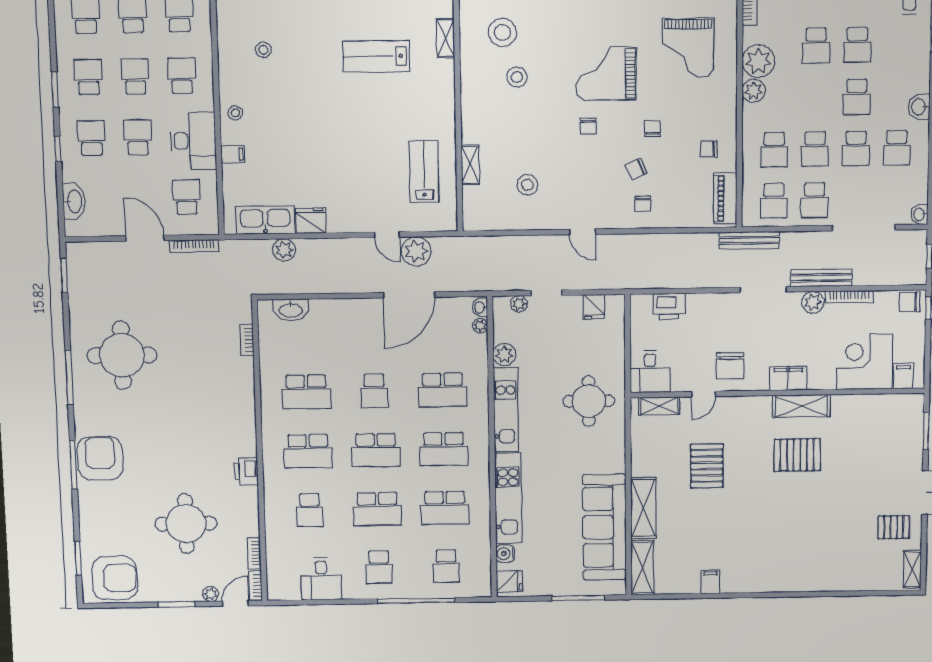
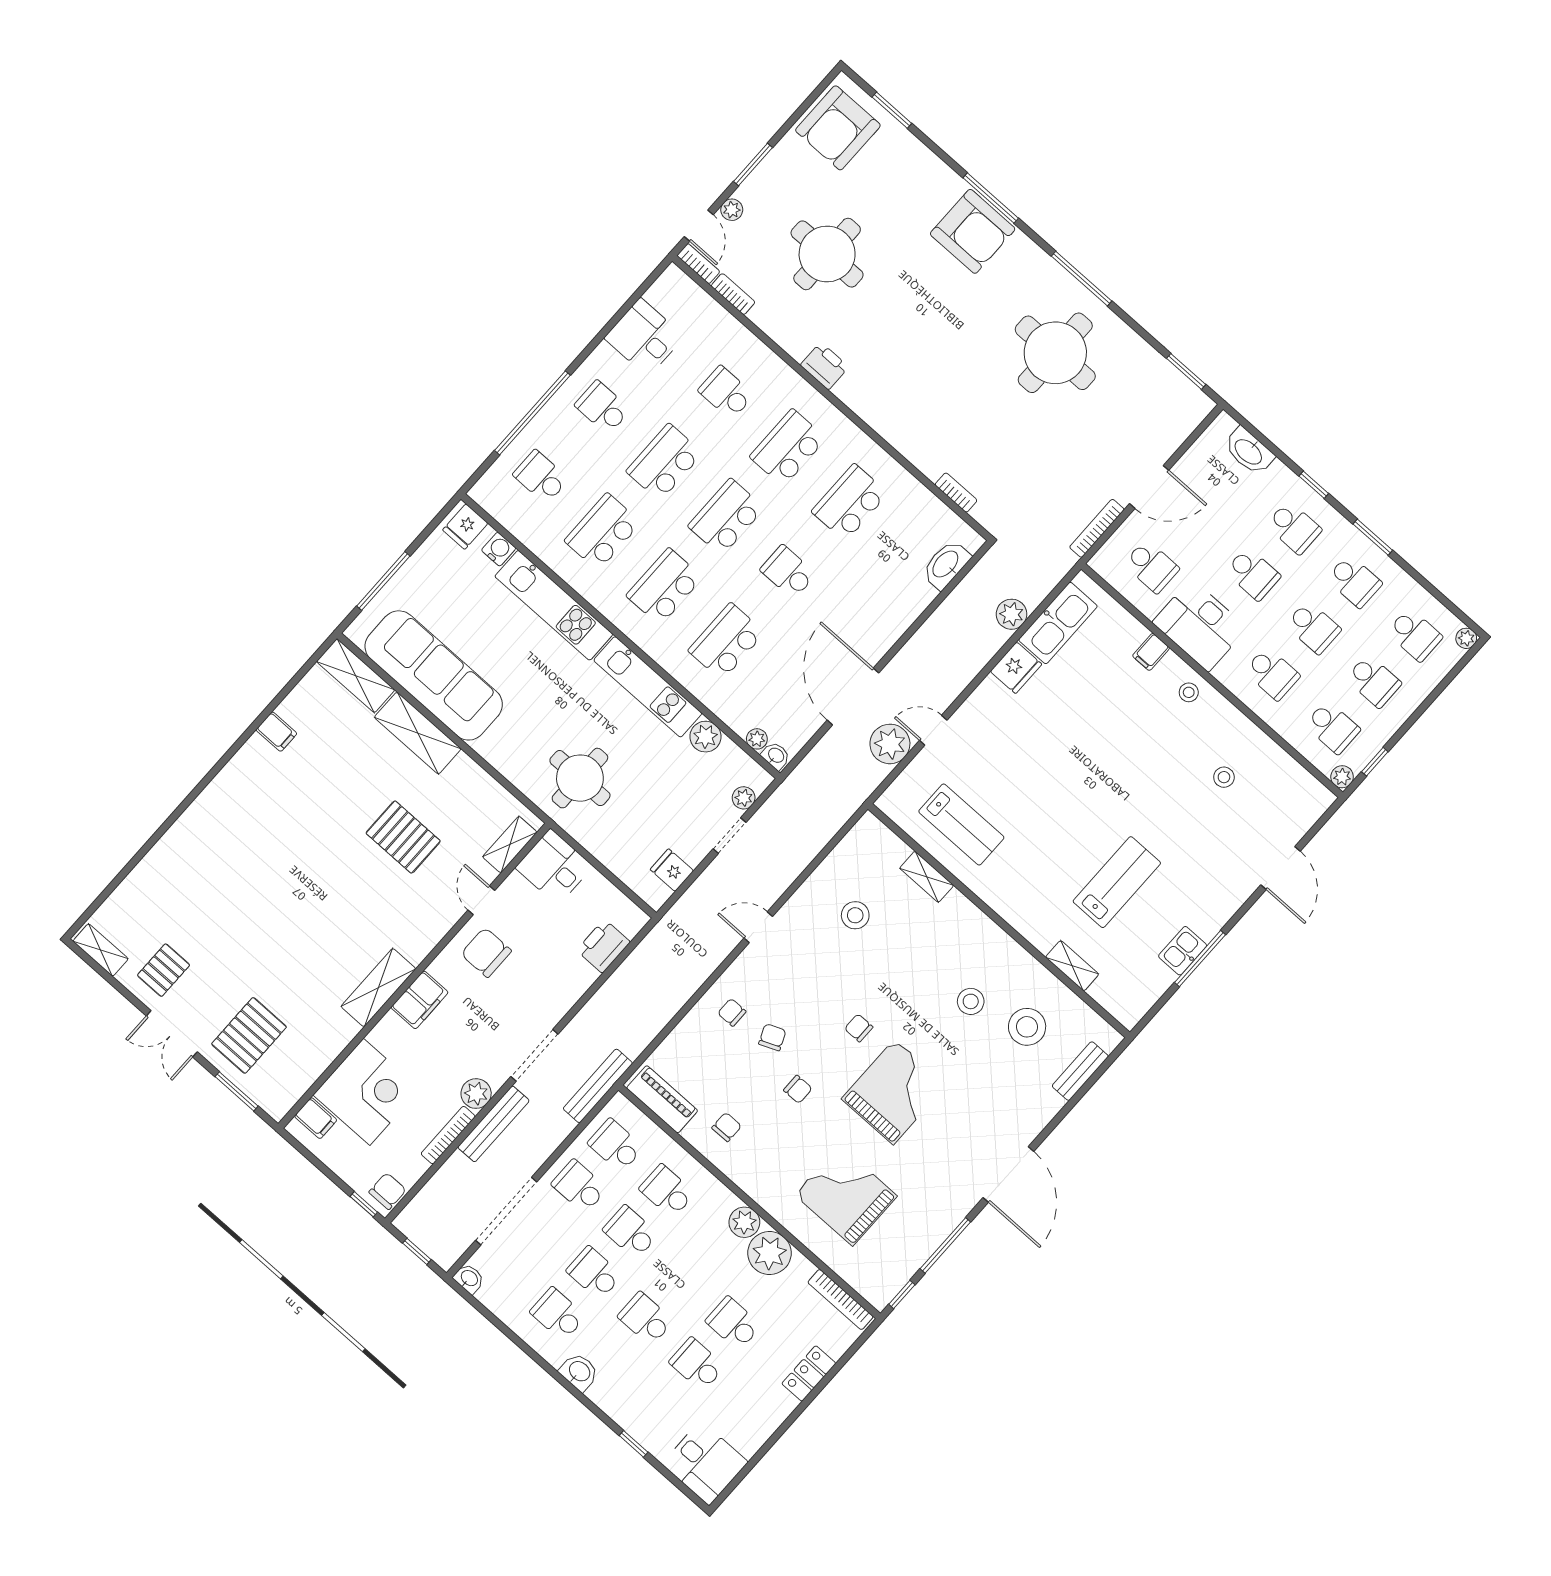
pallet: (797, 455) -> (249, 1035), moved

